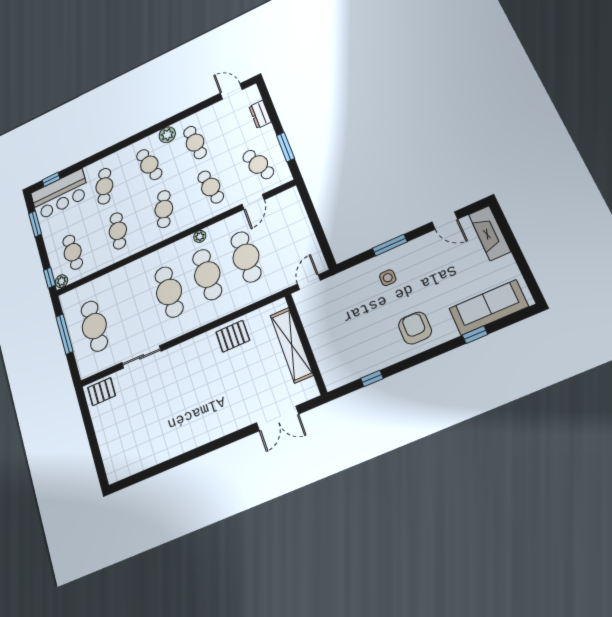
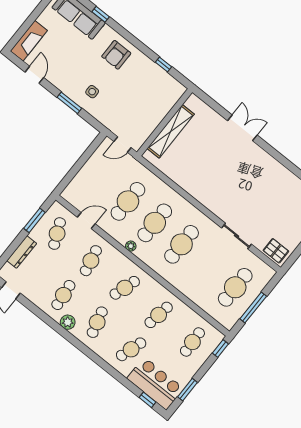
dresser: (260, 114) -> (22, 252), width x1.44
plant: (61, 281) -> (218, 337), removed
pallet: (233, 336) -> (187, 177), removed
double door: (278, 418) -> (242, 128), moved

